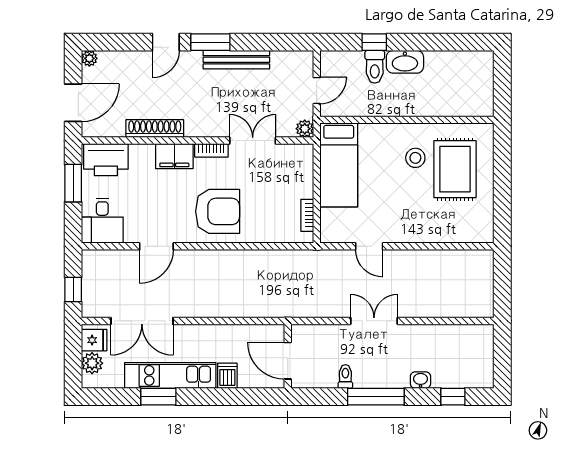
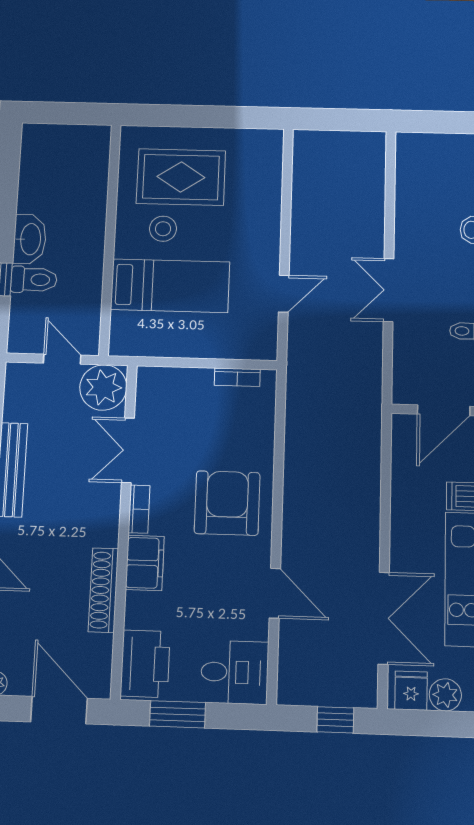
plant: (305, 129) -> (103, 387), width x1.87, depth x1.87
bed: (339, 165) -> (170, 286), moved

